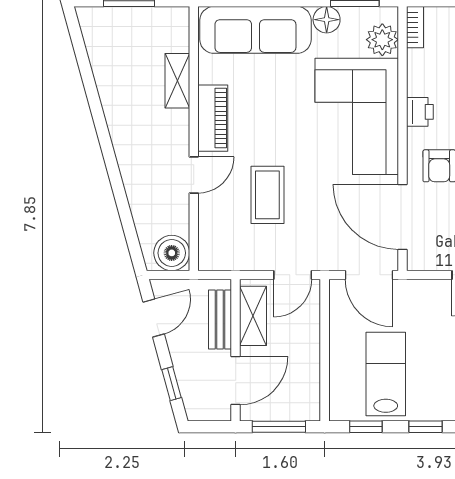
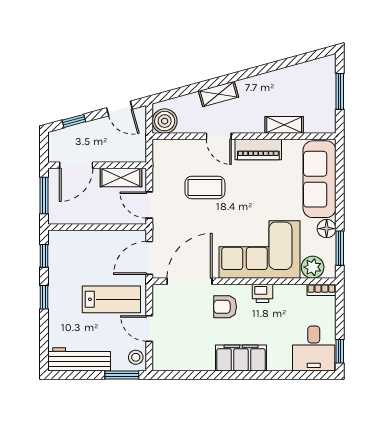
shelving: (133, 175) -> (218, 94), added
bench: (220, 320) -> (118, 155), removed
lab bench: (386, 374) -> (111, 299), moved
door: (236, 381) -> (76, 165), hinge flipped

